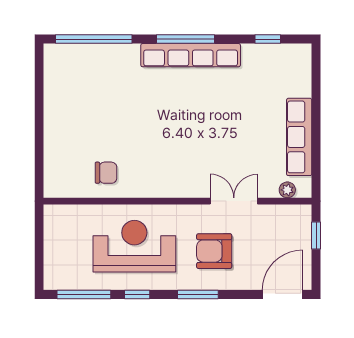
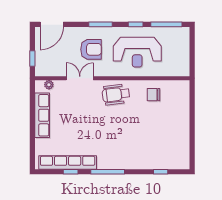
window: (94, 39) -> (161, 172), width x0.32
window: (268, 39) -> (71, 172), moved
row of seats: (191, 55) -> (68, 162), moved
wheelchair: (171, 173) -> (116, 94), added
double door: (234, 201) -> (80, 78), swing flipped

